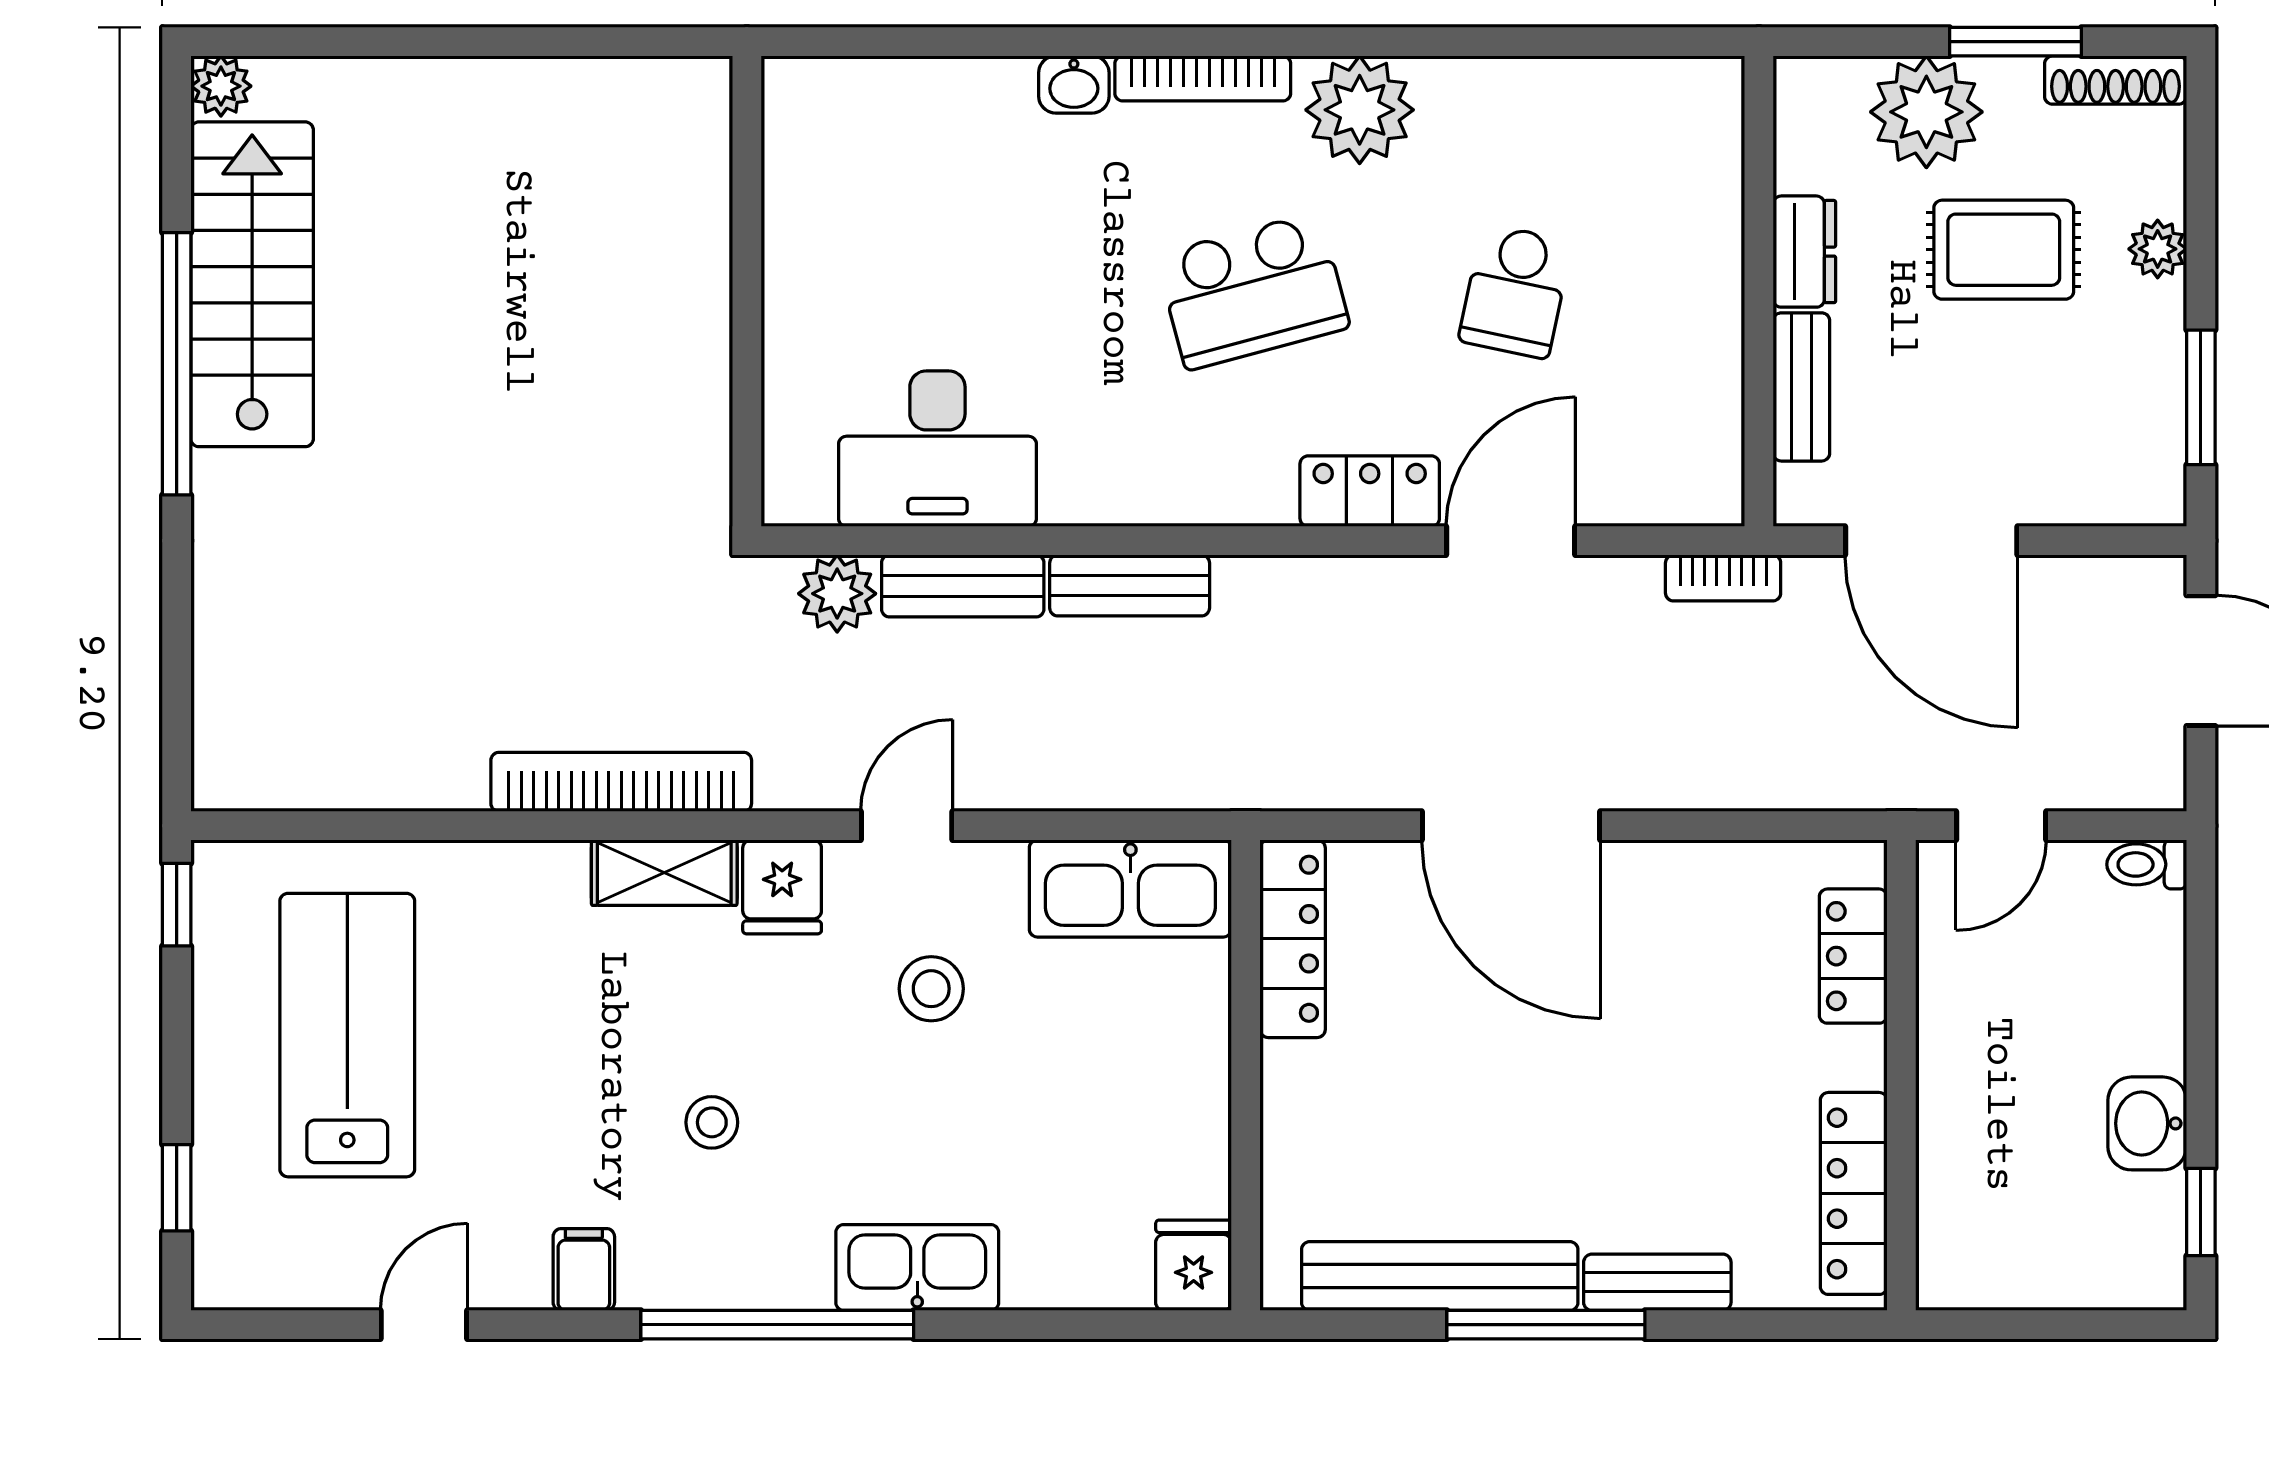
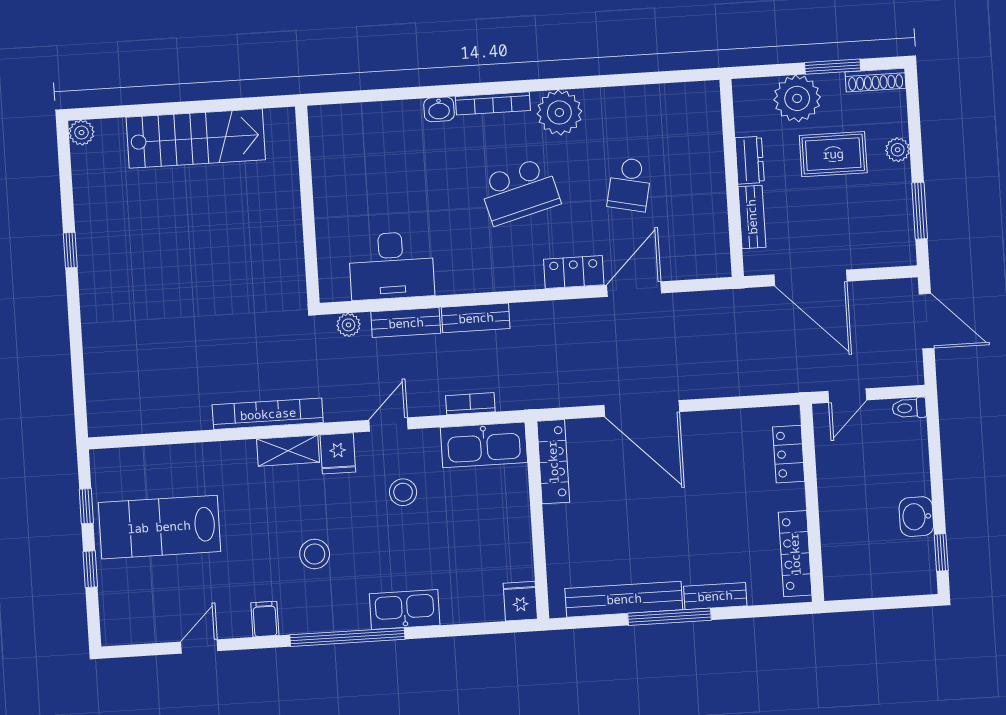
stairs: (252, 284) -> (196, 138), moved, turned 90
window: (177, 364) -> (70, 250), width x0.32
bookcase: (1723, 578) -> (470, 404), moved, turned 180
plant: (837, 594) -> (348, 325), width x0.73, depth x0.73
window: (177, 905) -> (86, 506), moved
lab bench: (347, 1035) -> (159, 527), turned -90
stool: (712, 1122) -> (315, 554), width x1.37, depth x1.37
window: (177, 1188) -> (90, 569), moved

